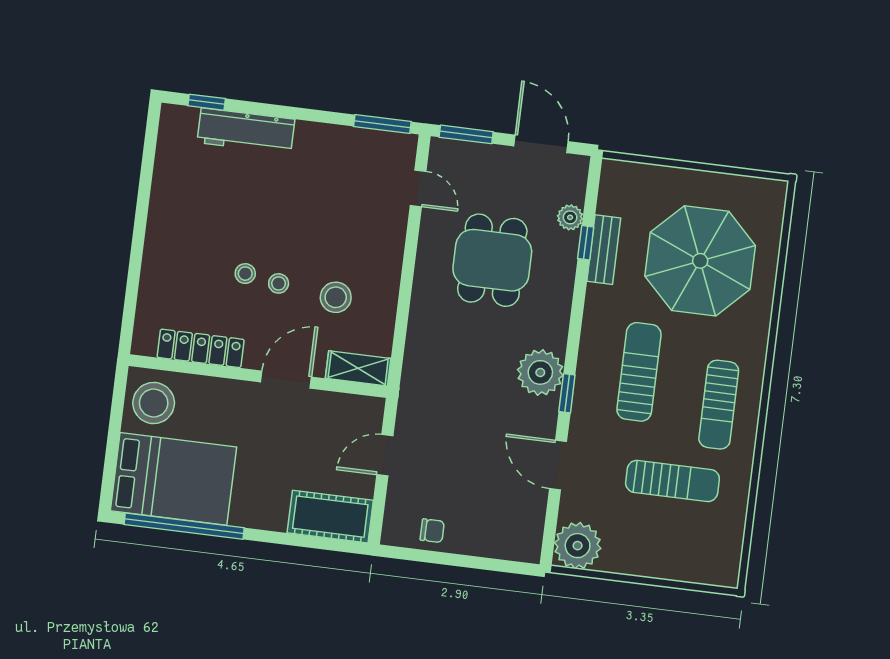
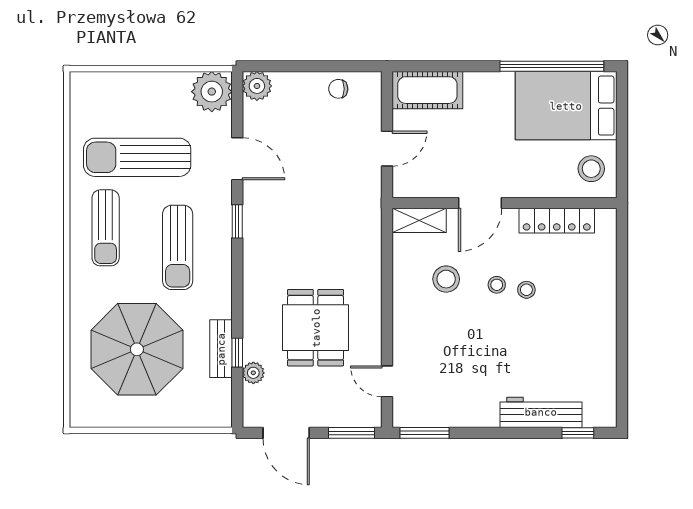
plant: (540, 372) -> (257, 86), moved, width x0.73, depth x0.73
stool: (154, 403) -> (591, 169), width x0.73, depth x0.73
sun lounger: (719, 405) -> (106, 228), turned 180
sun lounger: (672, 481) -> (137, 157), width x1.36, depth x1.34

